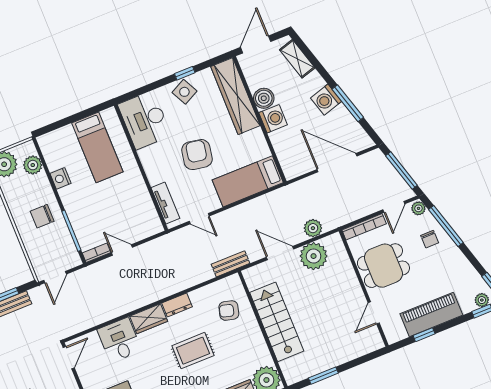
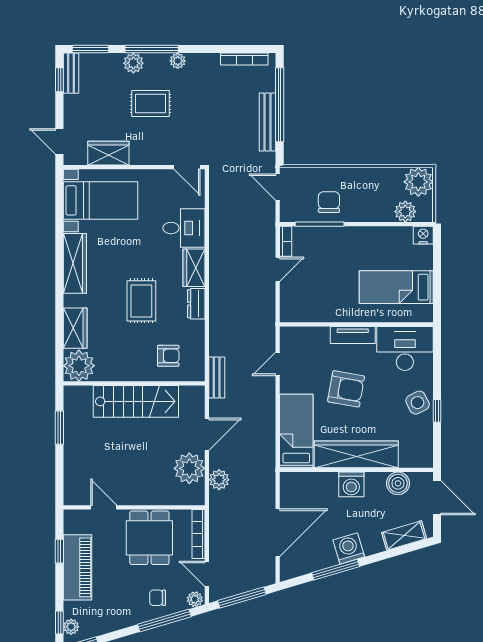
wardrobe: (235, 96) -> (356, 454), moved
boiler: (264, 98) -> (398, 483), moved
nightstand: (61, 178) -> (423, 235), moved
tv unit: (165, 203) -> (353, 335), moved
chair: (42, 216) -> (329, 202), moved
armchair: (229, 311) -> (168, 356), turned 75

